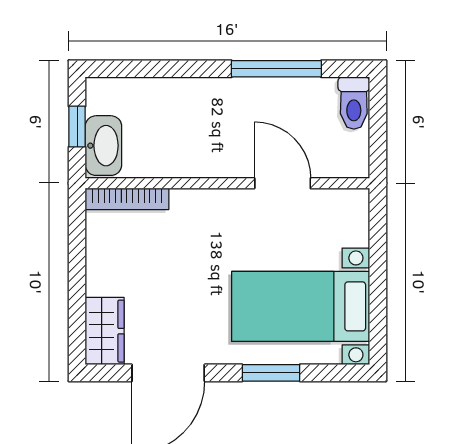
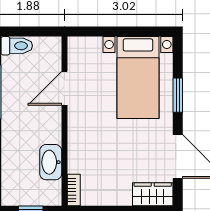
washbasin: (103, 146) -> (51, 162), moved, turned -90
bookcase: (127, 199) -> (74, 190), width x0.64

